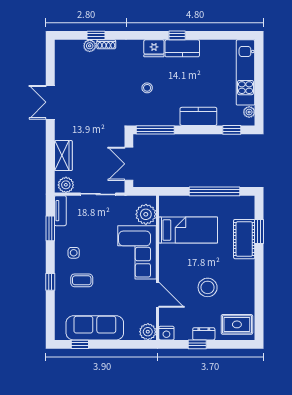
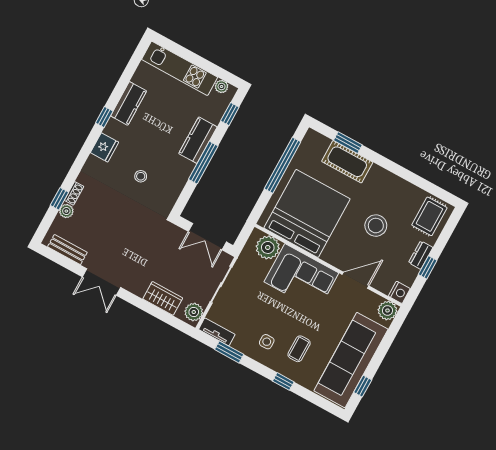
kitchen counter: (182, 48) -> (129, 103), moved
bench: (61, 63) -> (67, 250), added
window: (155, 130) -> (203, 163), moved
bed: (188, 230) -> (307, 213), width x2.04
sofa: (95, 328) -> (351, 360), width x1.36, depth x1.27

